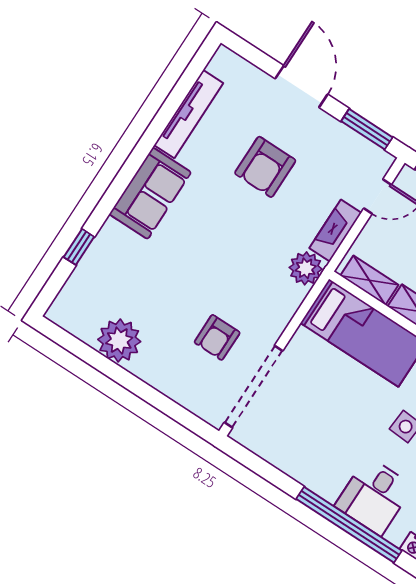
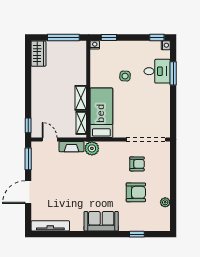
tv unit: (189, 114) -> (50, 226), moved
armchair: (265, 167) -> (136, 192), moved
plant: (119, 341) -> (165, 202), width x0.53, depth x0.53
window: (349, 525) -> (173, 73), width x0.47

